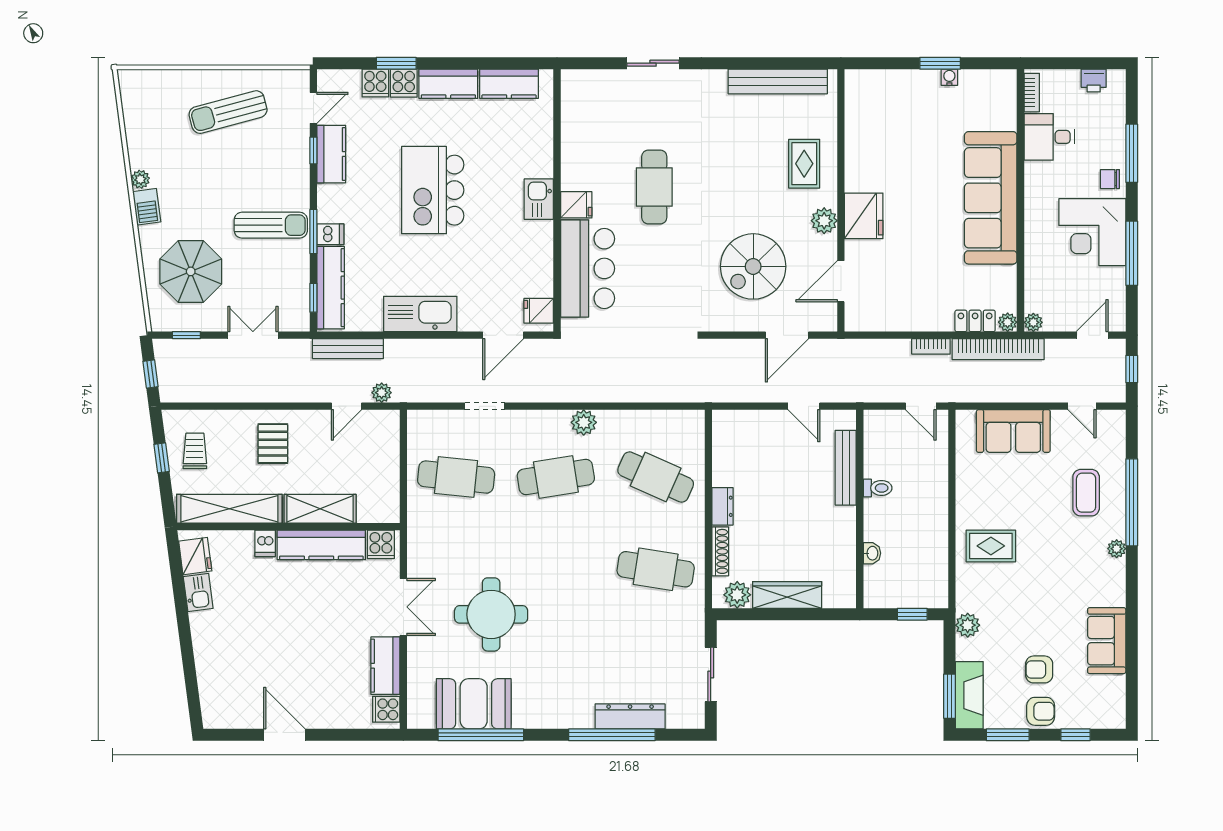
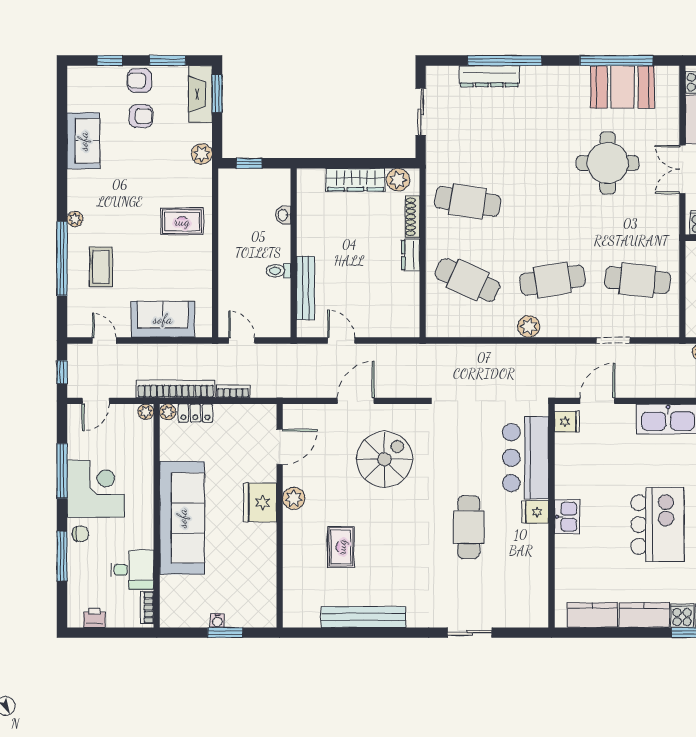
wall: (841, 200) -> (280, 516), moved
fridge: (864, 216) -> (260, 503), moved
plant: (824, 221) -> (294, 498), moved
door: (841, 281) -> (280, 447), moved

